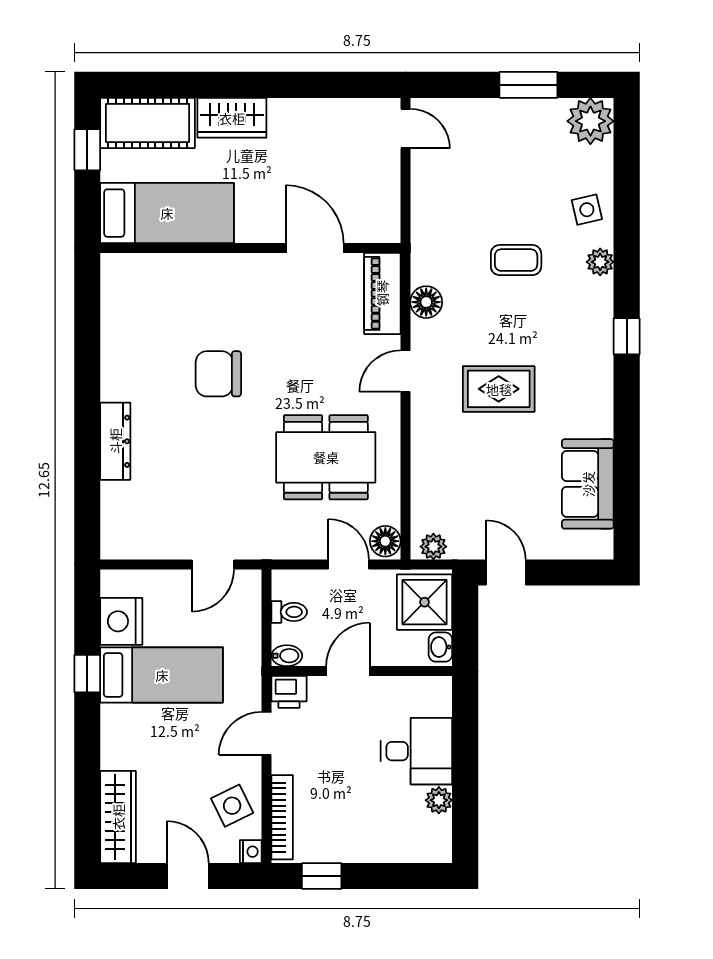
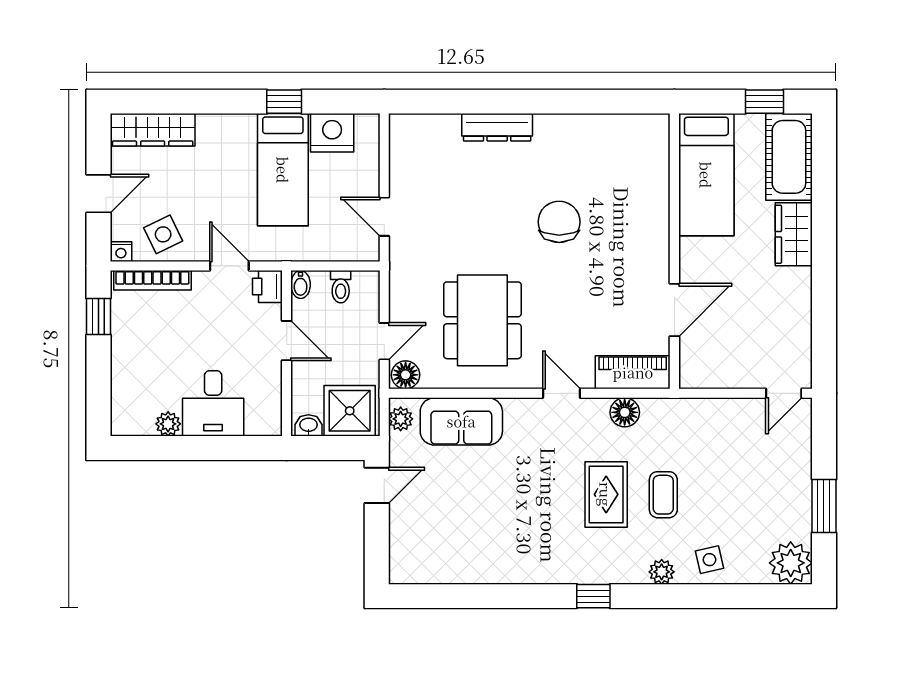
rug: (499, 389) -> (606, 494), moved
sofa: (588, 484) -> (461, 421), moved, turned 180

